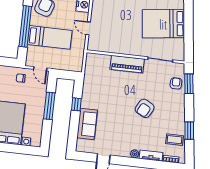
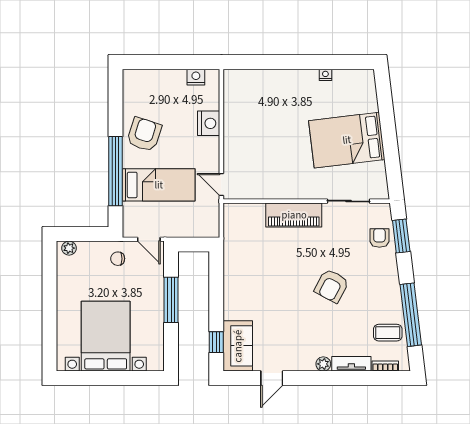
door: (88, 28) -> (221, 185), moved
window: (76, 104) -> (216, 342), moved
sofa: (87, 124) -> (238, 346), moved
window: (189, 131) -> (411, 315), width x2.11

